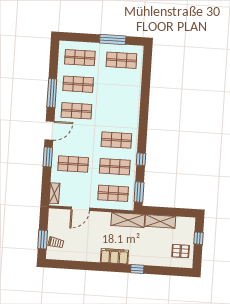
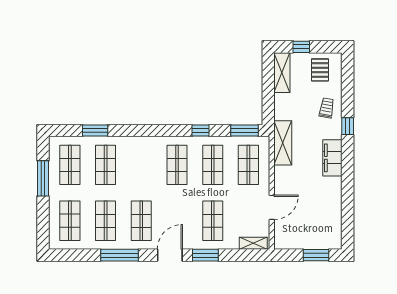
window: (146, 81) -> (95, 130), added
shop shelf: (120, 87) -> (106, 165), added
door: (49, 131) -> (170, 255), hinge flipped
door: (80, 209) -> (272, 207), hinge flipped
shelving: (160, 221) -> (282, 73), moved
trolley: (56, 243) -> (327, 108), moved

